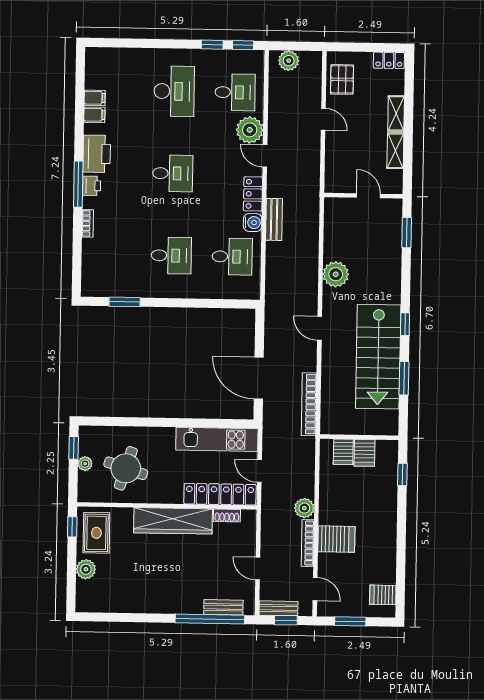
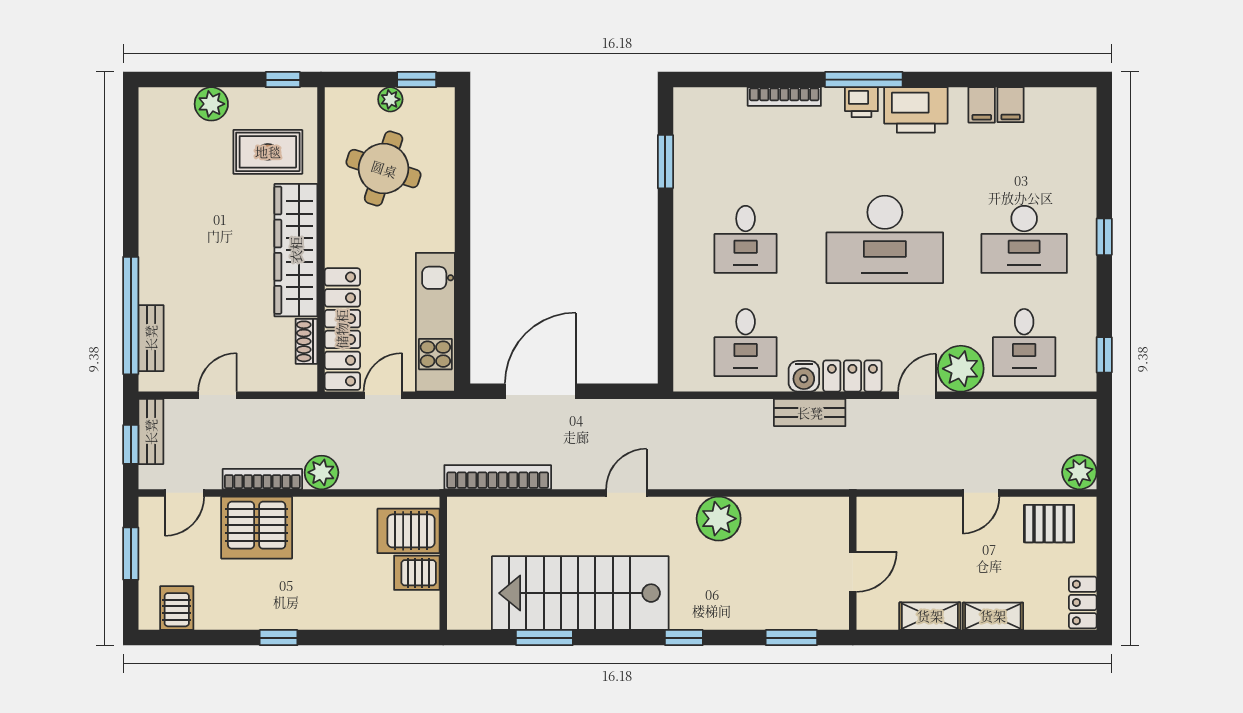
window: (212, 45) -> (1104, 237), moved
plant: (289, 61) -> (1079, 472), moved
desk: (173, 173) -> (885, 239), width x1.87, depth x1.30
bookcase: (88, 223) -> (784, 97), width x1.56
window: (405, 324) -> (684, 638), moved
server rack: (343, 452) -> (409, 531), width x1.36, depth x1.44
window: (402, 474) -> (279, 638), moved
rug: (96, 533) -> (268, 152), moved
server rack: (336, 539) -> (257, 528), width x1.60

